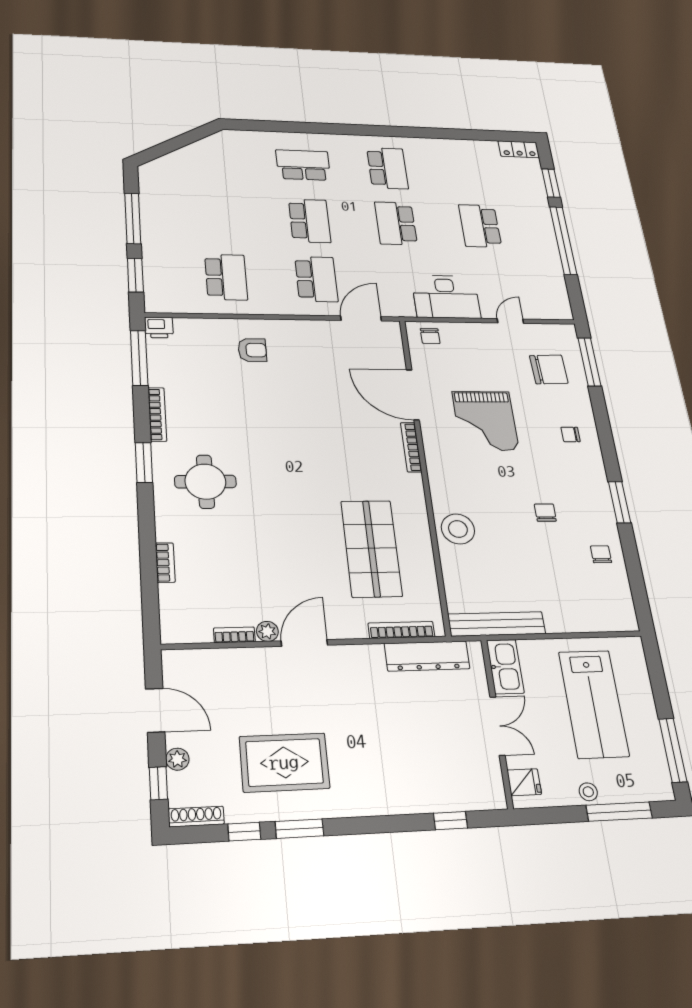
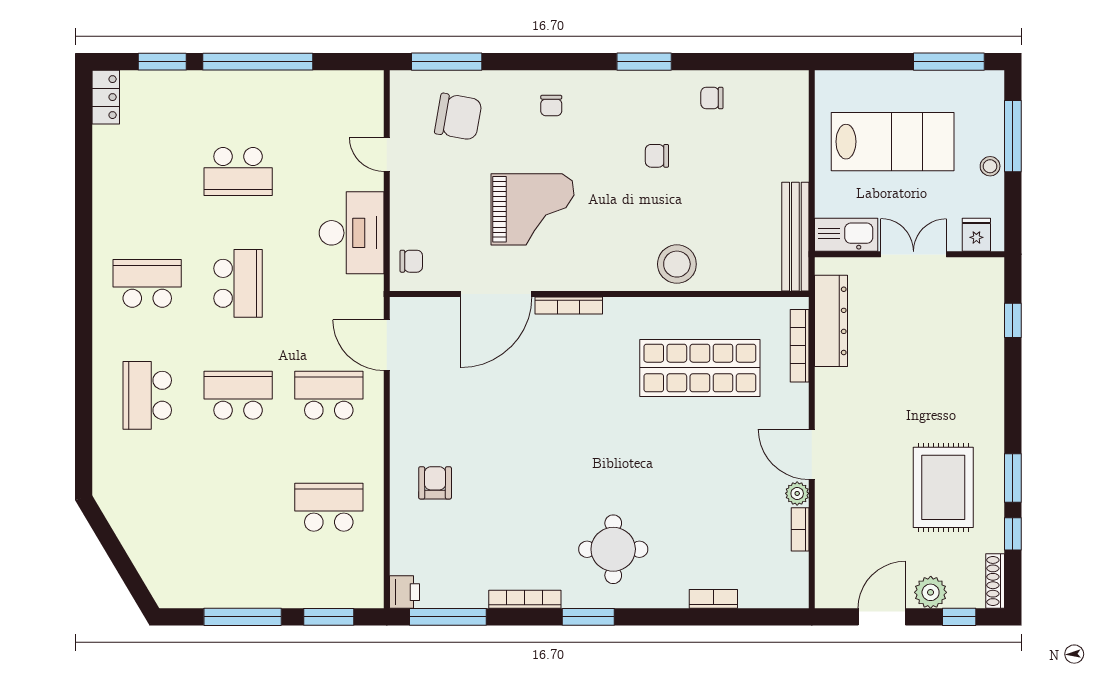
school desk: (396, 223) -> (238, 283), turned -90
chair: (549, 369) -> (458, 117), turned 102
plant: (177, 759) -> (931, 592), width x1.38, depth x1.38

